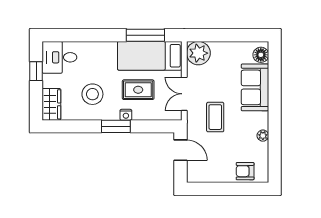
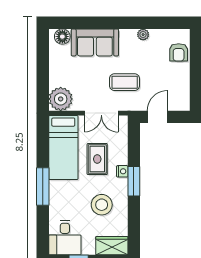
window: (145, 35) -> (43, 186), moved

